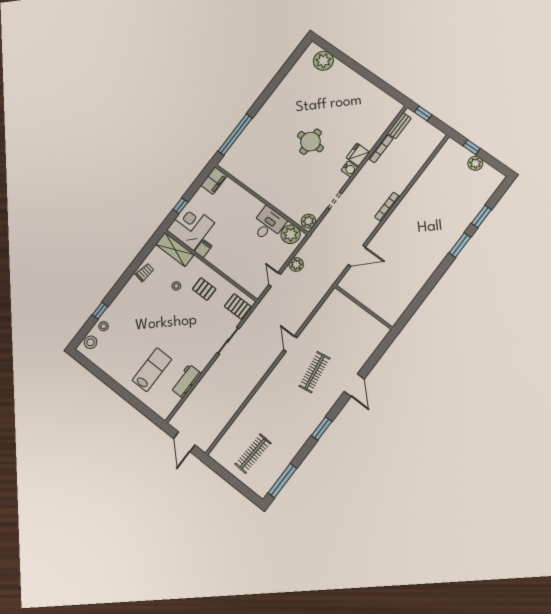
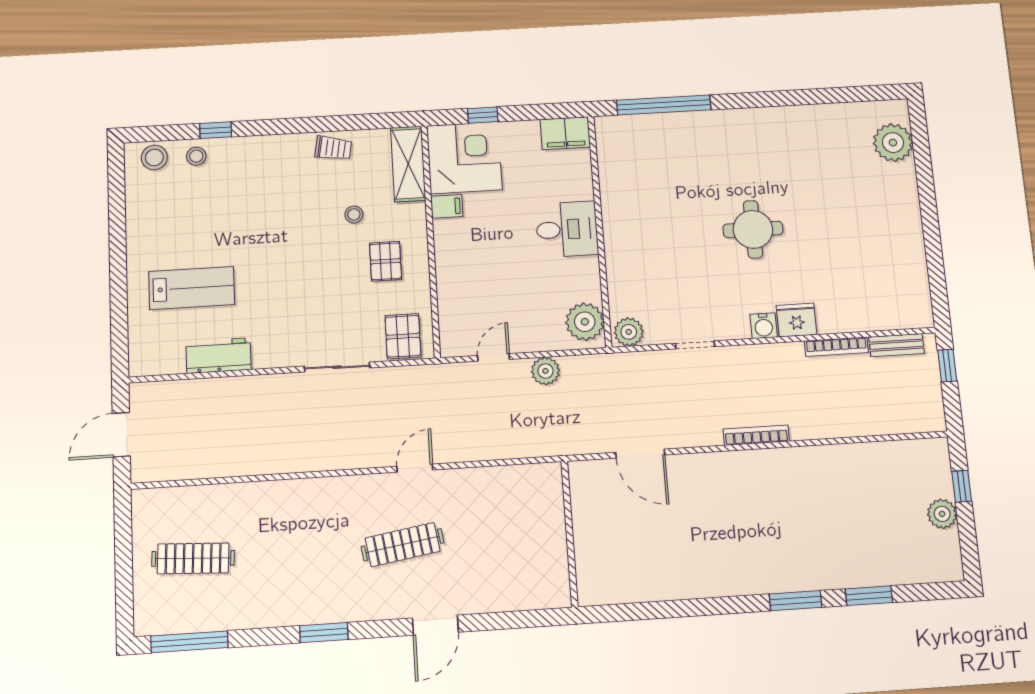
desk: (268, 224) -> (567, 229), moved

